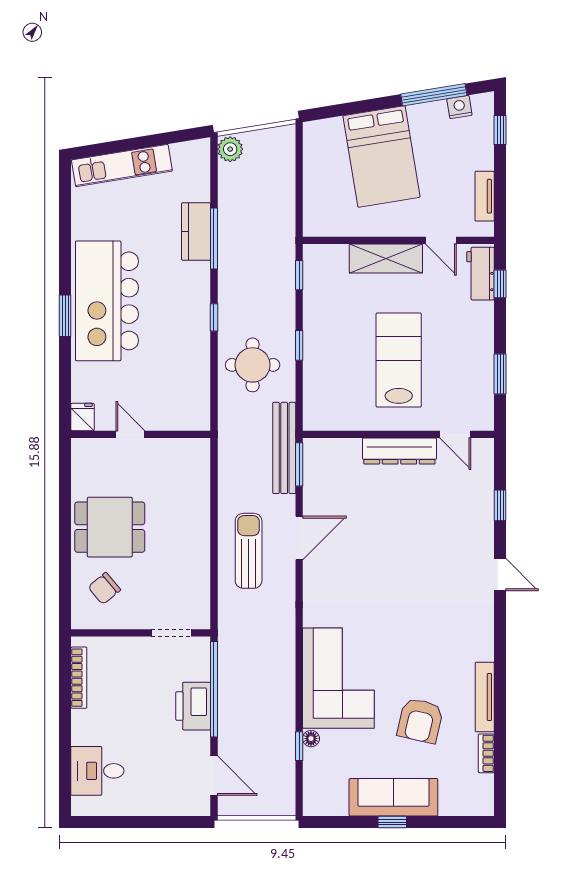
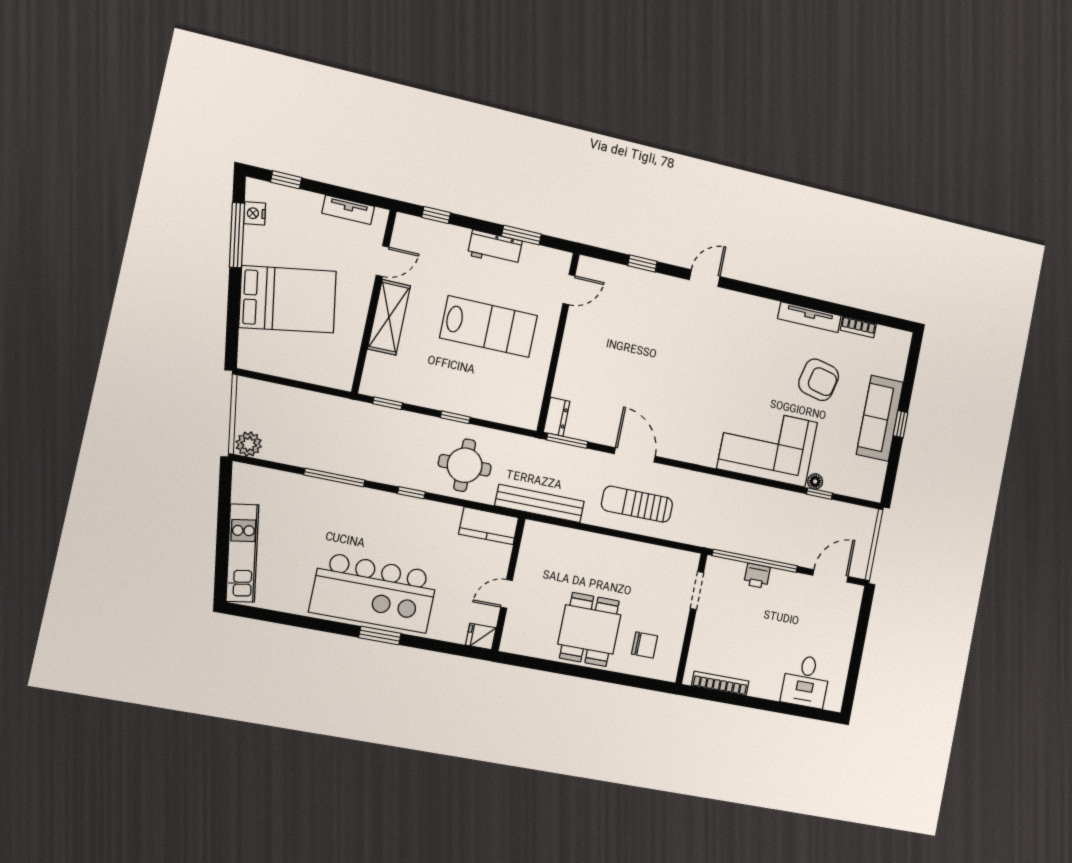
kitchen counter: (196, 231) -> (489, 526), moved
workbench: (480, 274) -> (495, 248), moved
lab bench: (399, 360) -> (489, 327), turned 180
bench: (284, 448) -> (540, 504), moved
dresser: (399, 451) -> (557, 417), moved, width x0.51, depth x0.80
chair: (104, 588) -> (645, 645), turned -50
printer: (193, 706) -> (757, 576), width x0.53, depth x0.68

